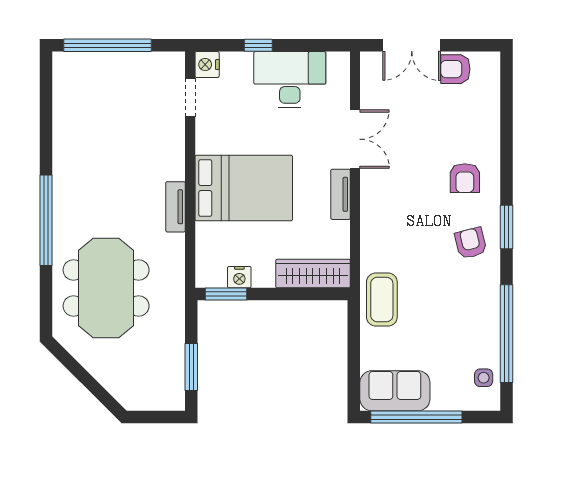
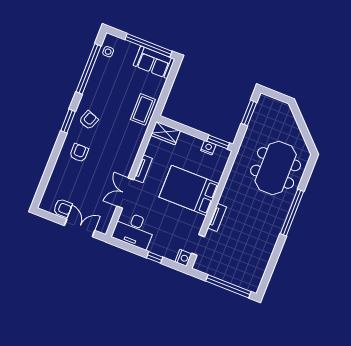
desk: (290, 80) -> (134, 230), moved
tv unit: (176, 207) -> (217, 217), moved
armchair: (471, 243) -> (89, 120), turned -145
wardrobe: (313, 273) -> (166, 133), width x0.67

